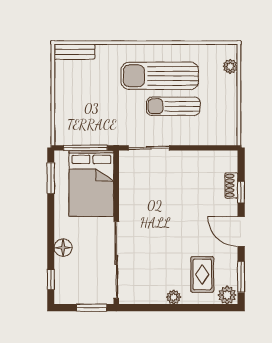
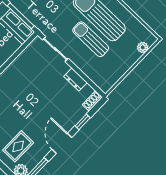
dresser: (196, 158) -> (75, 79), added
shoe rack: (231, 185) -> (92, 101), moved

